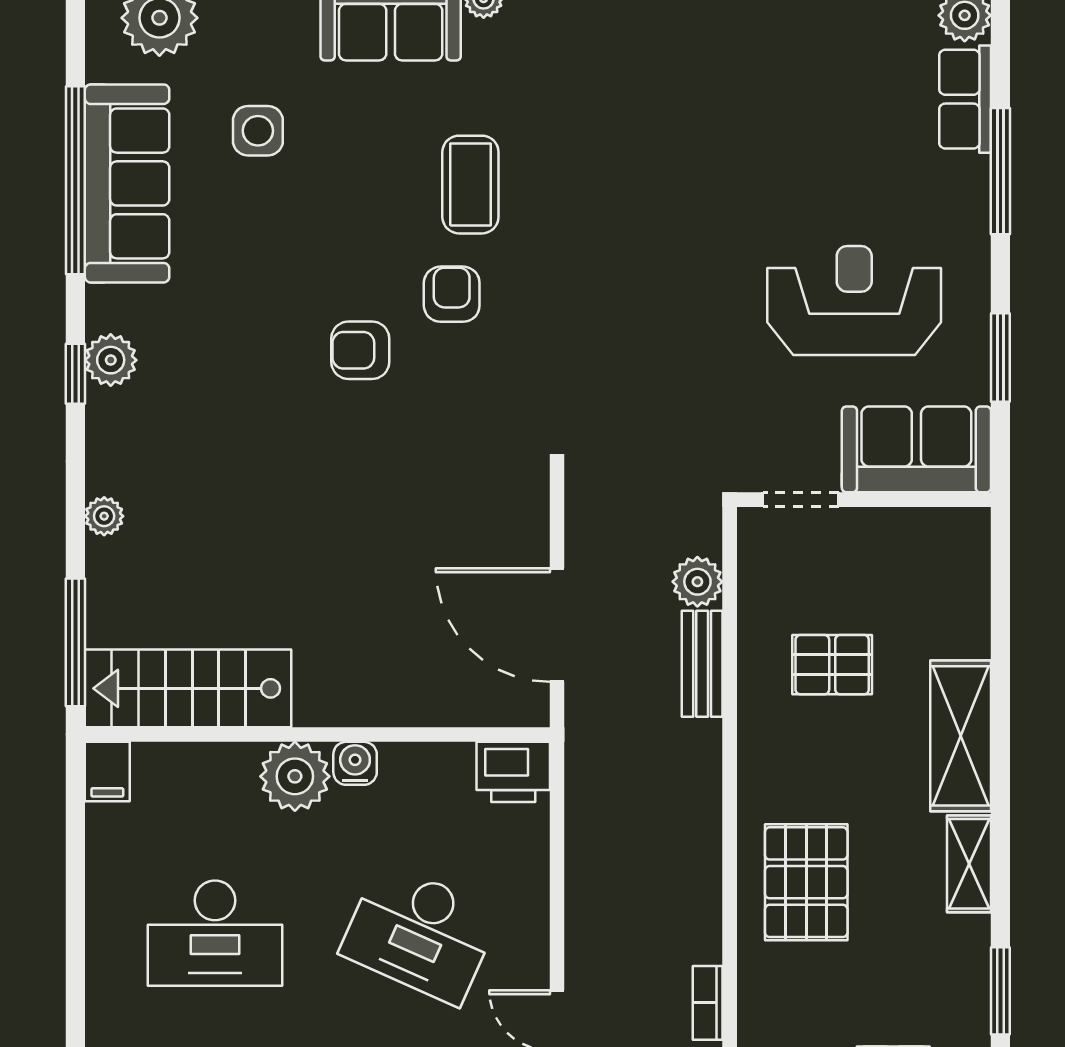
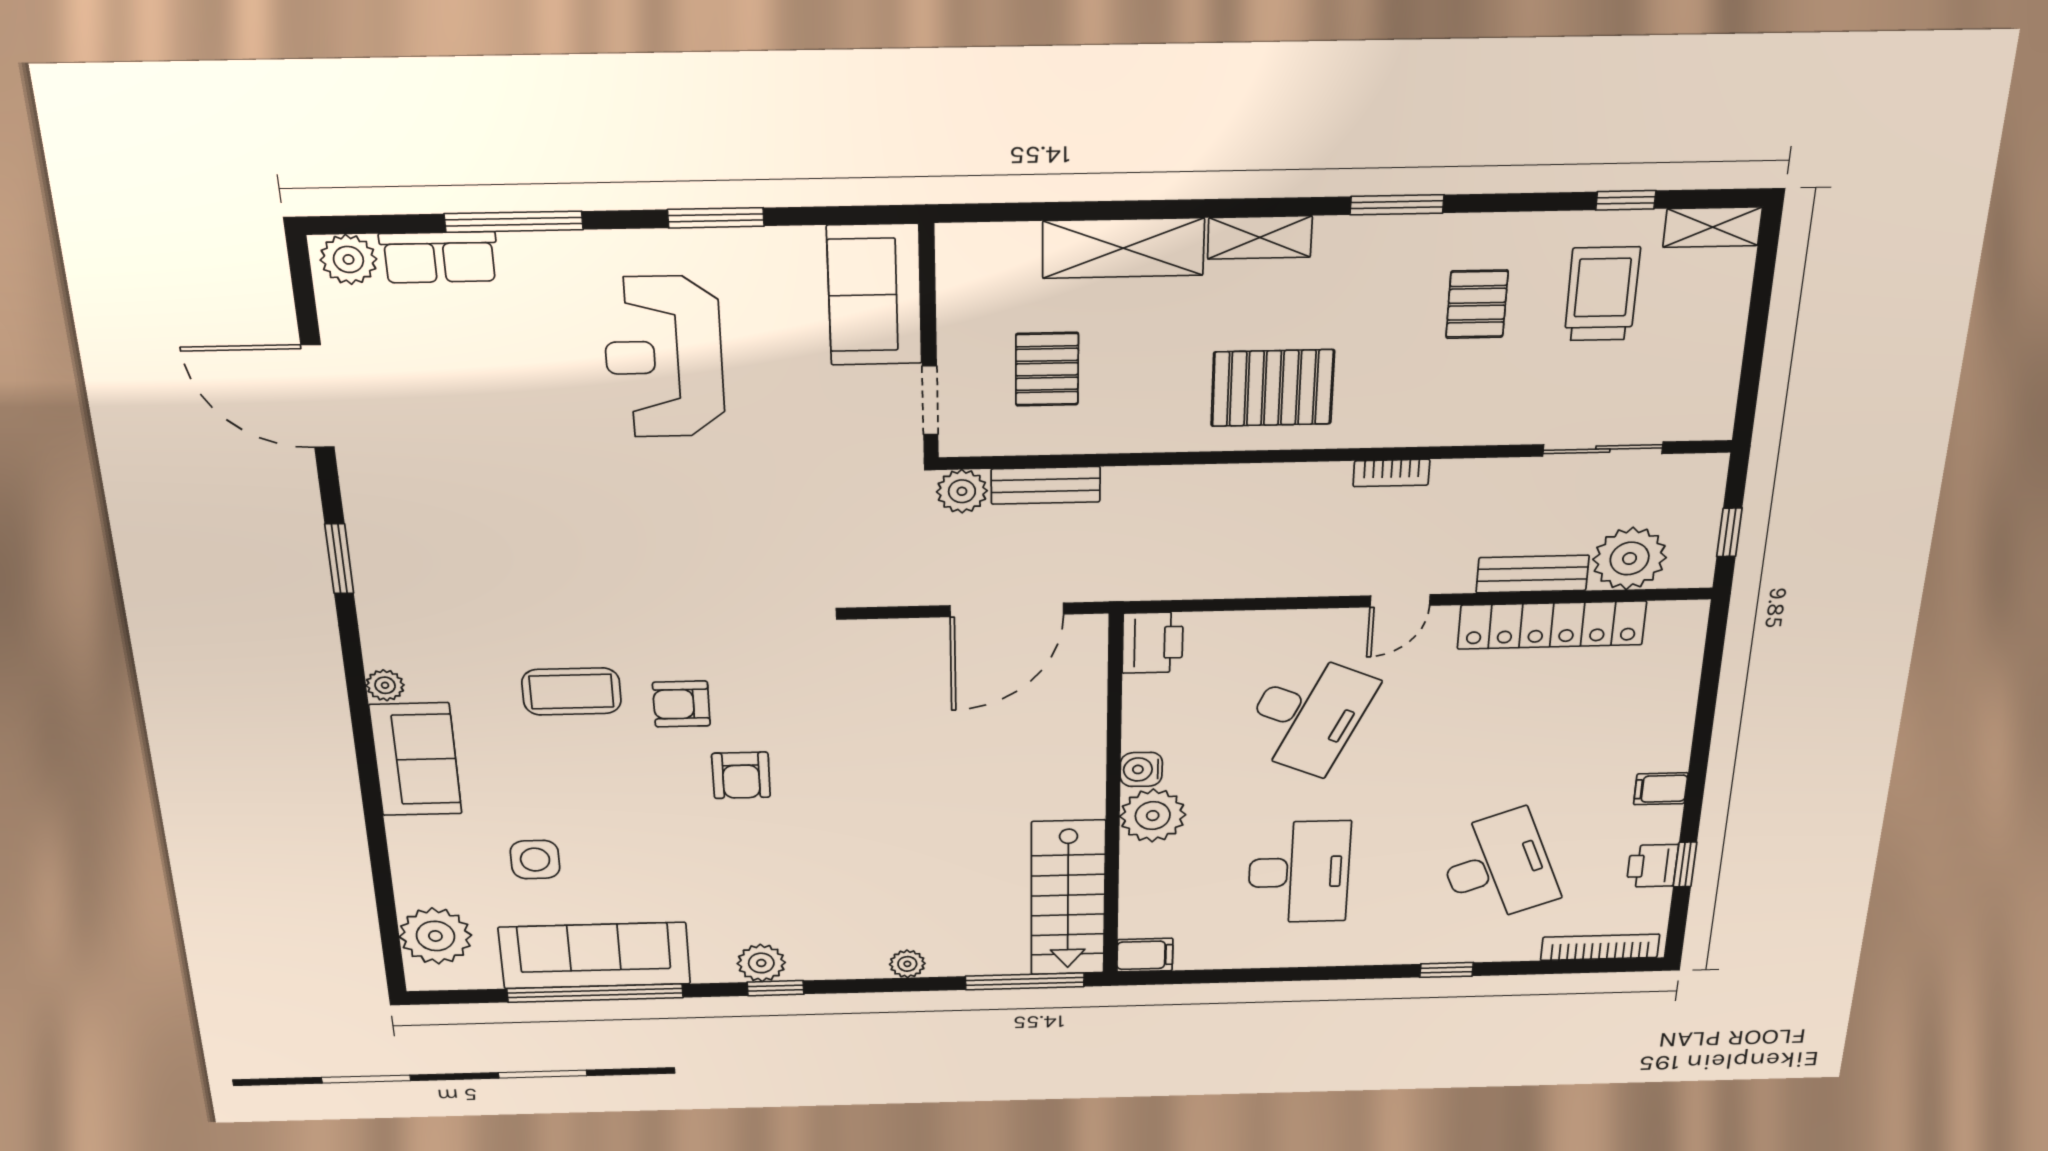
sofa: (916, 449) -> (875, 295), moved
doorway: (801, 500) -> (930, 400), moved
wall: (864, 500) -> (929, 343), moved

